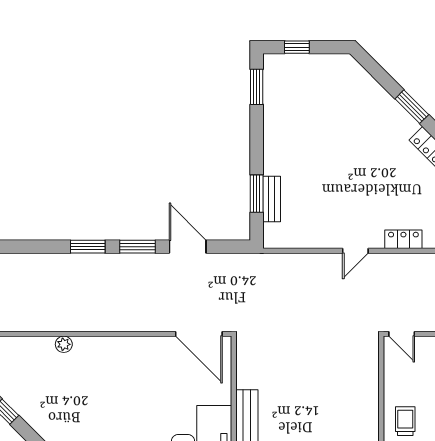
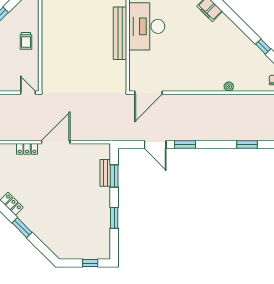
window: (257, 87) -> (114, 218), moved
window: (88, 247) -> (247, 145), moved
door: (355, 251) -> (56, 142), width x1.88
door: (199, 334) -> (148, 93), swing flipped

